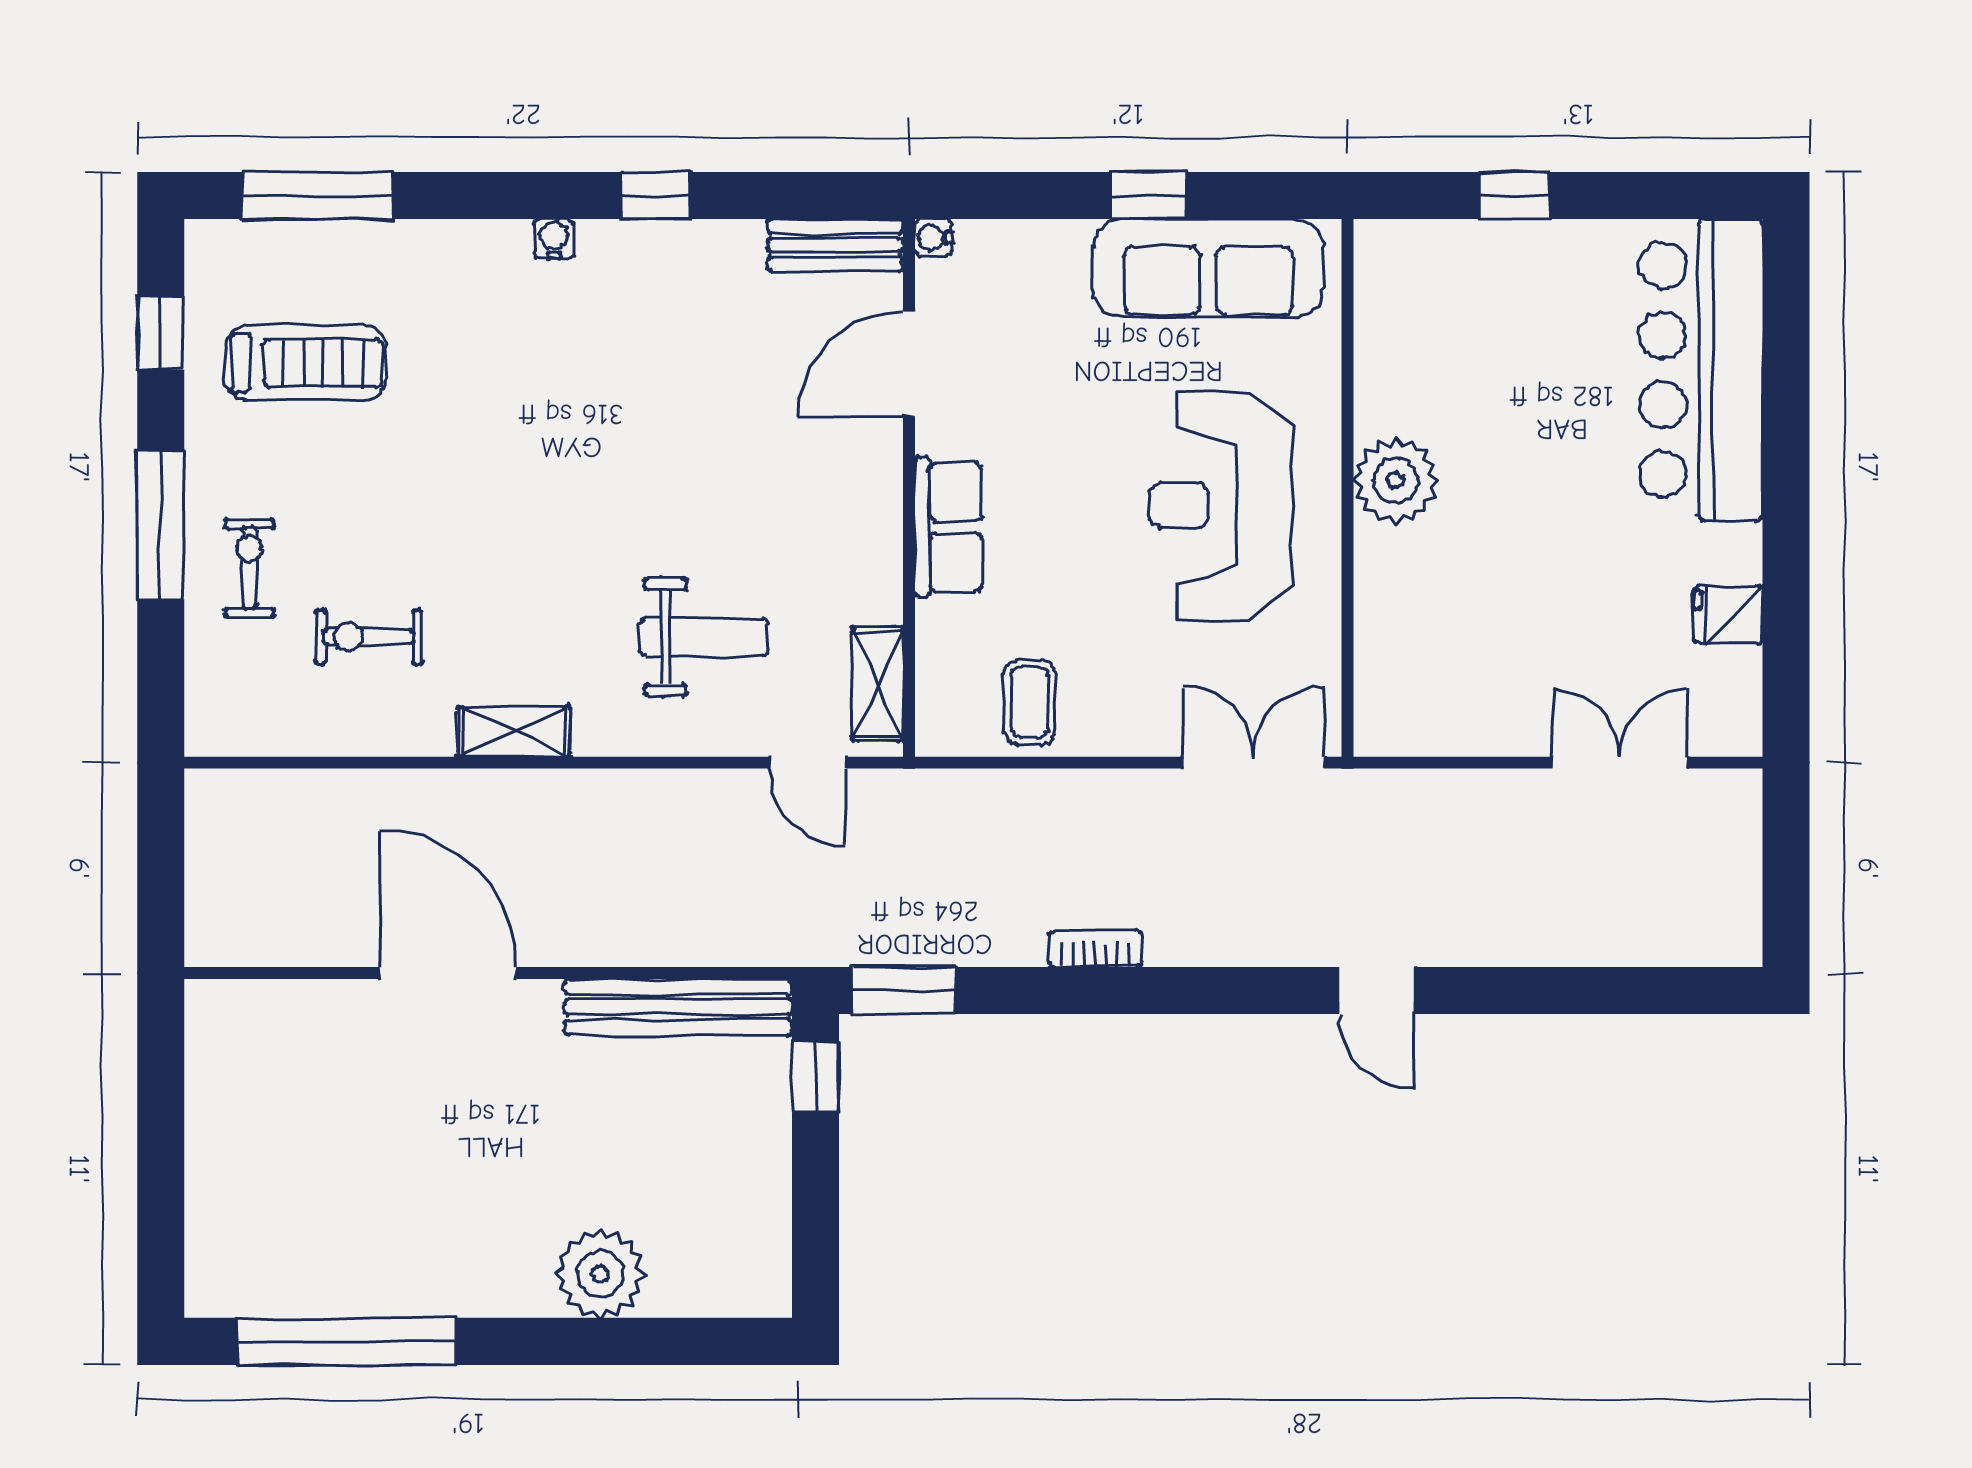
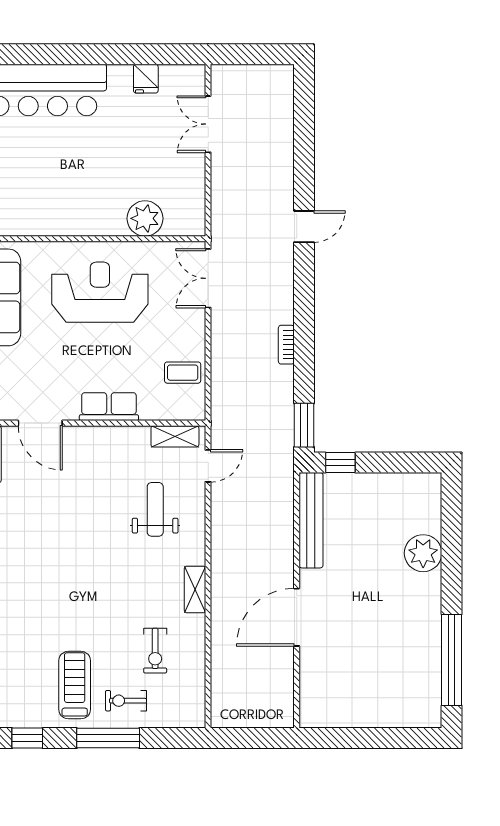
treadmill: (305, 363) -> (75, 685), moved
plant: (1396, 481) -> (145, 218), moved
reception desk: (1221, 506) -> (100, 292), turned 180

